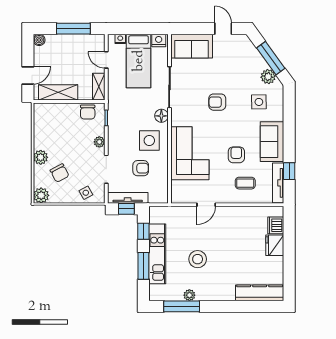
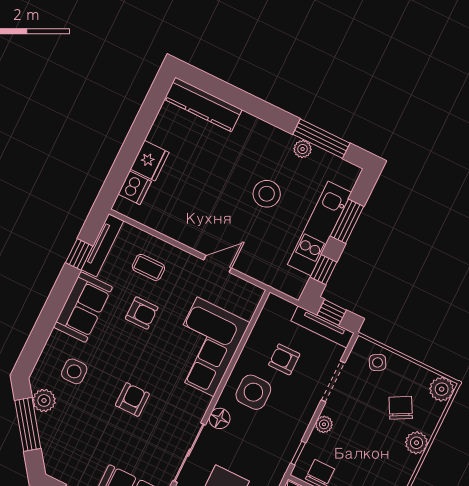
armchair: (217, 102) -> (132, 400), turned -90
armchair: (236, 155) -> (142, 313), turned -90

